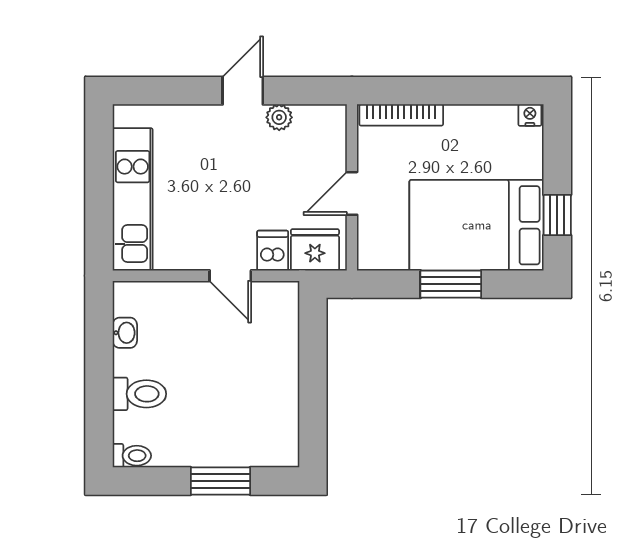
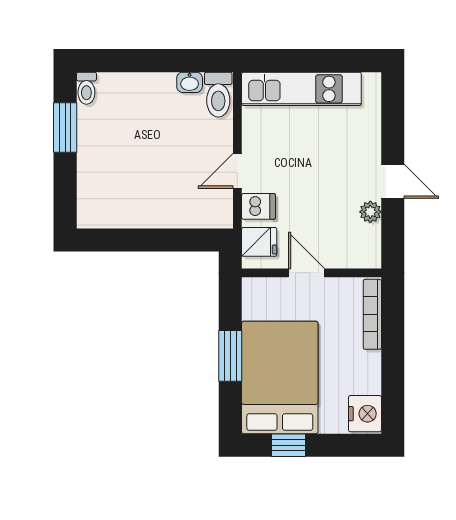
nightstand: (530, 115) -> (365, 414), width x1.89, depth x1.79
fridge: (315, 250) -> (259, 242), width x0.72
toilet: (139, 394) -> (218, 95), moved
window: (220, 481) -> (65, 127), moved

